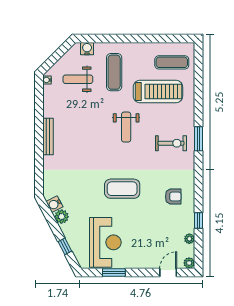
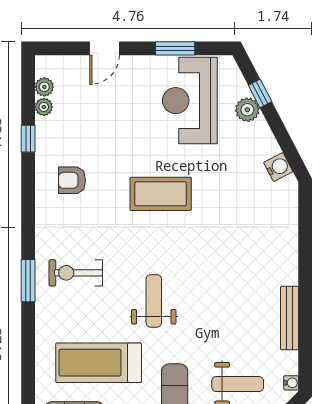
bench: (48, 137) -> (289, 318), moved
plant: (62, 217) -> (247, 110), moved
plant: (189, 263) -> (44, 87), moved
door: (168, 272) -> (105, 48), moved

